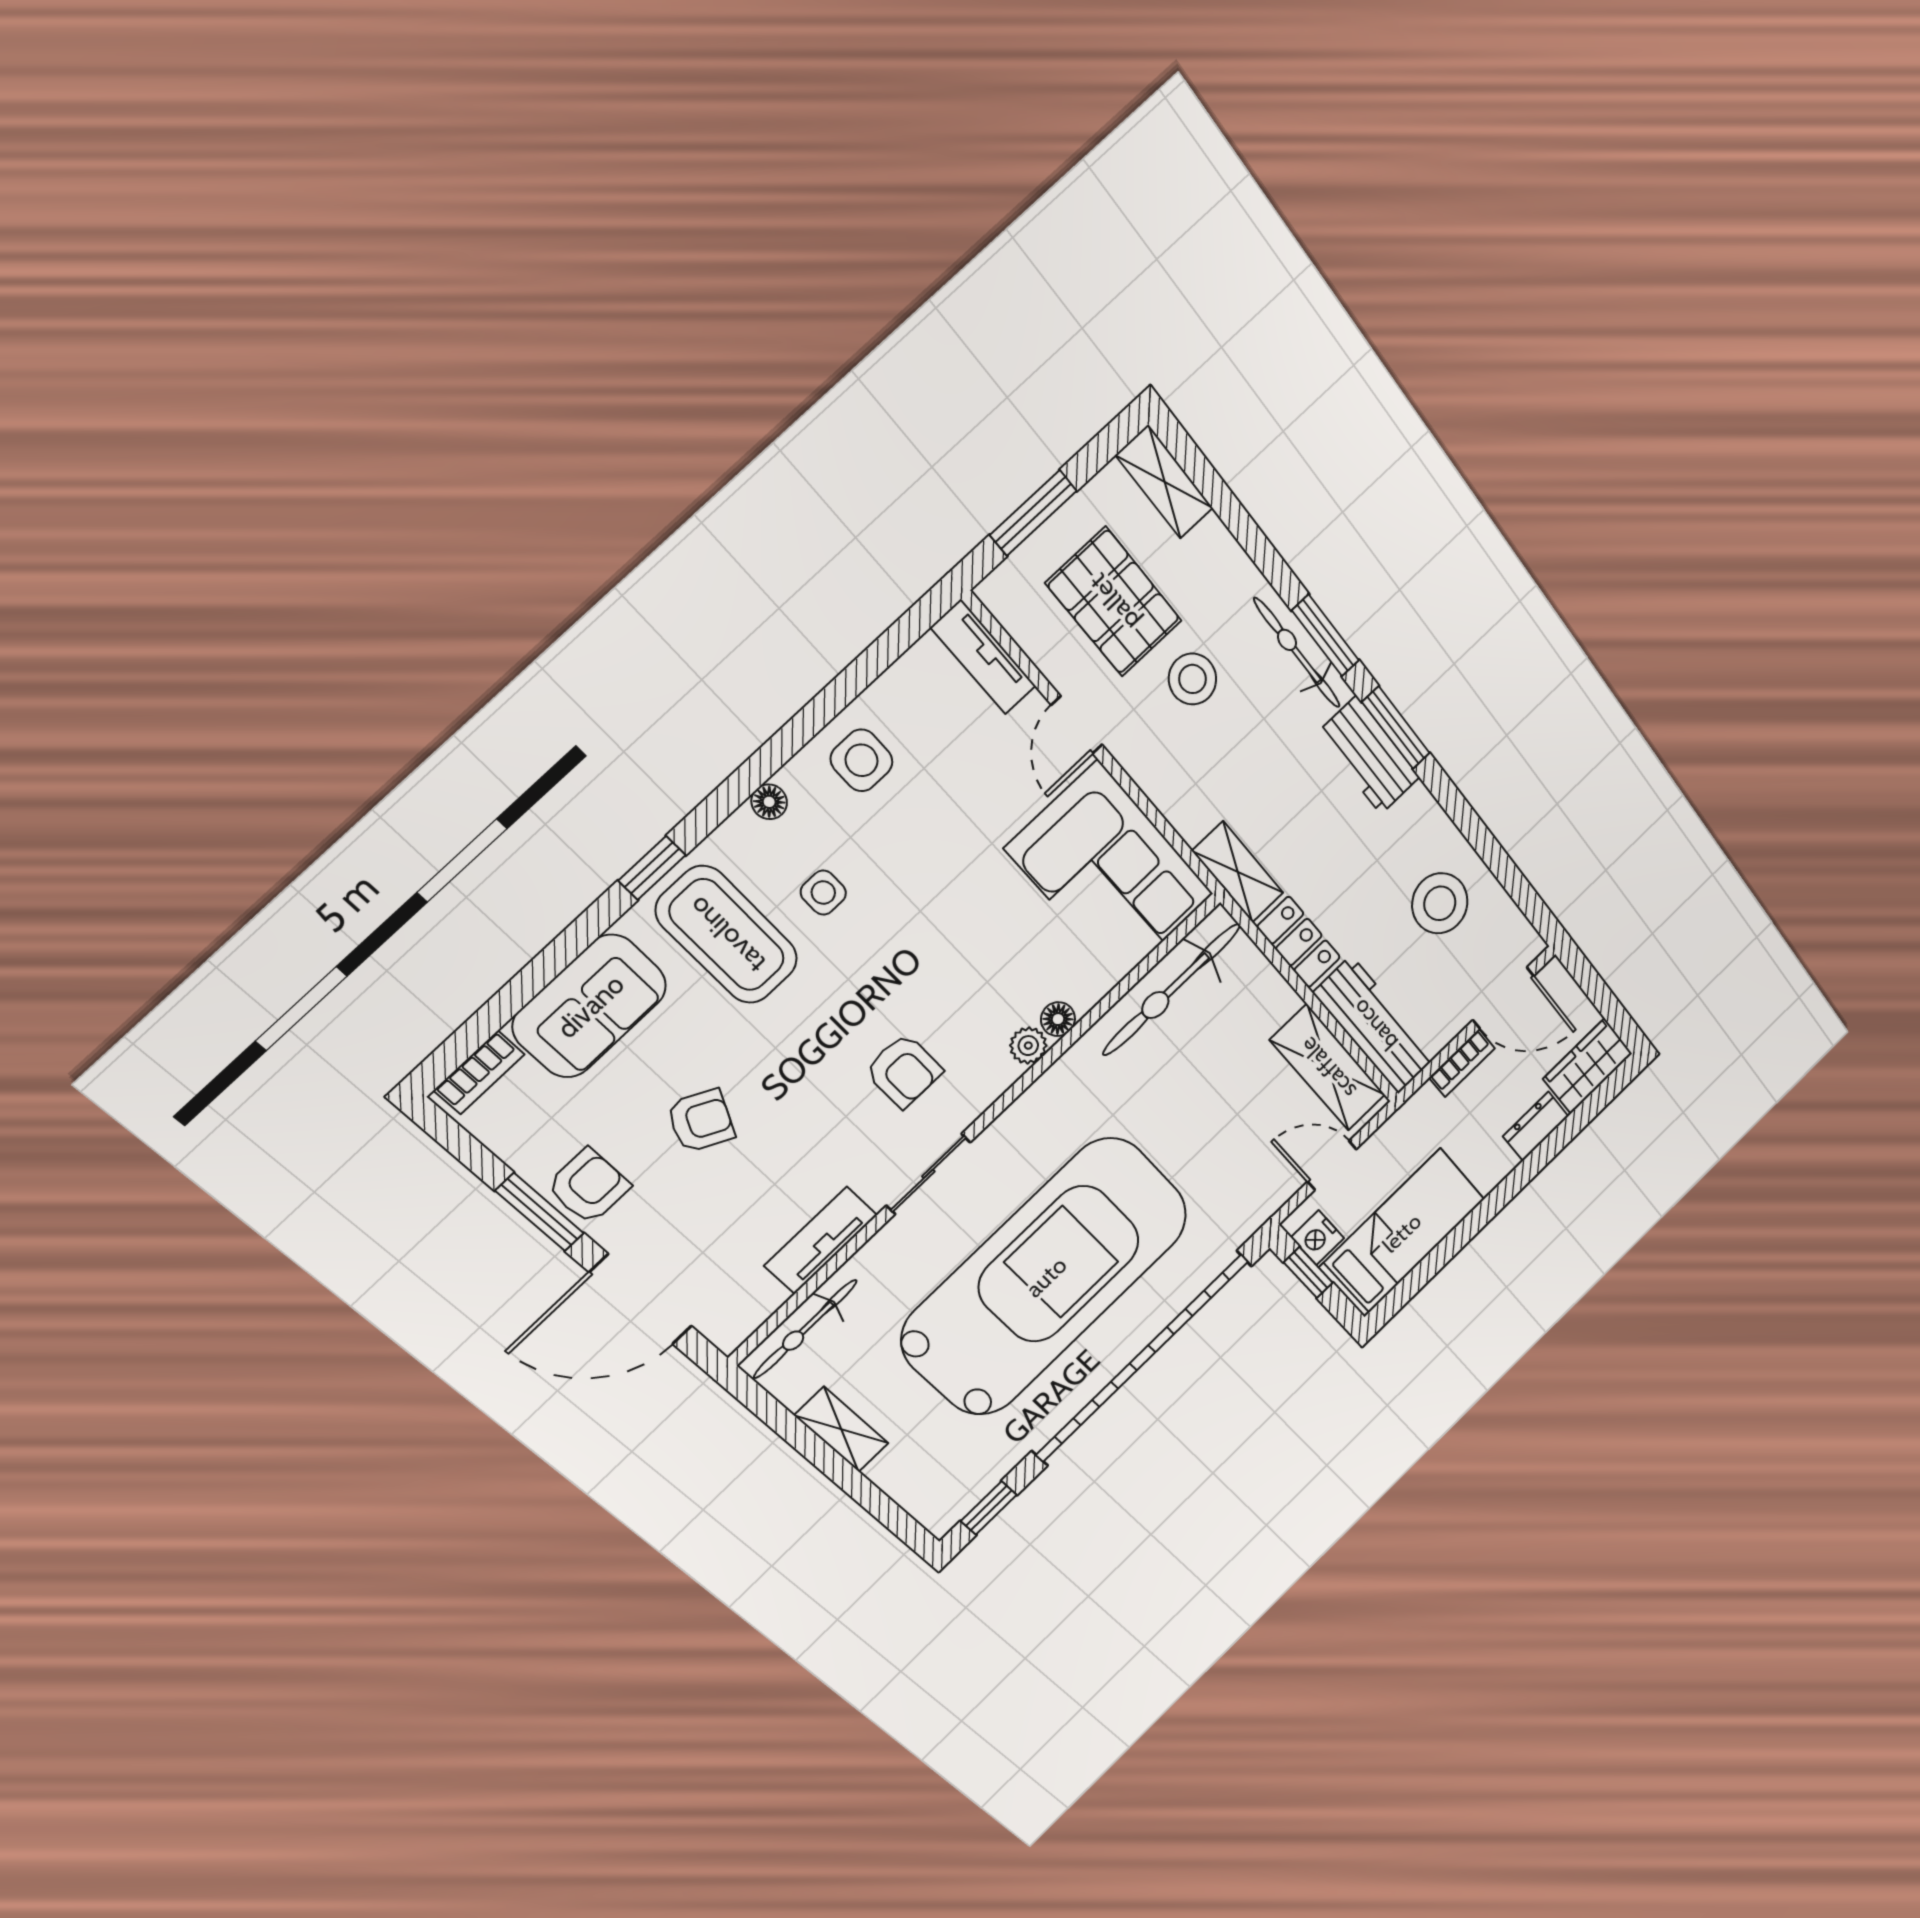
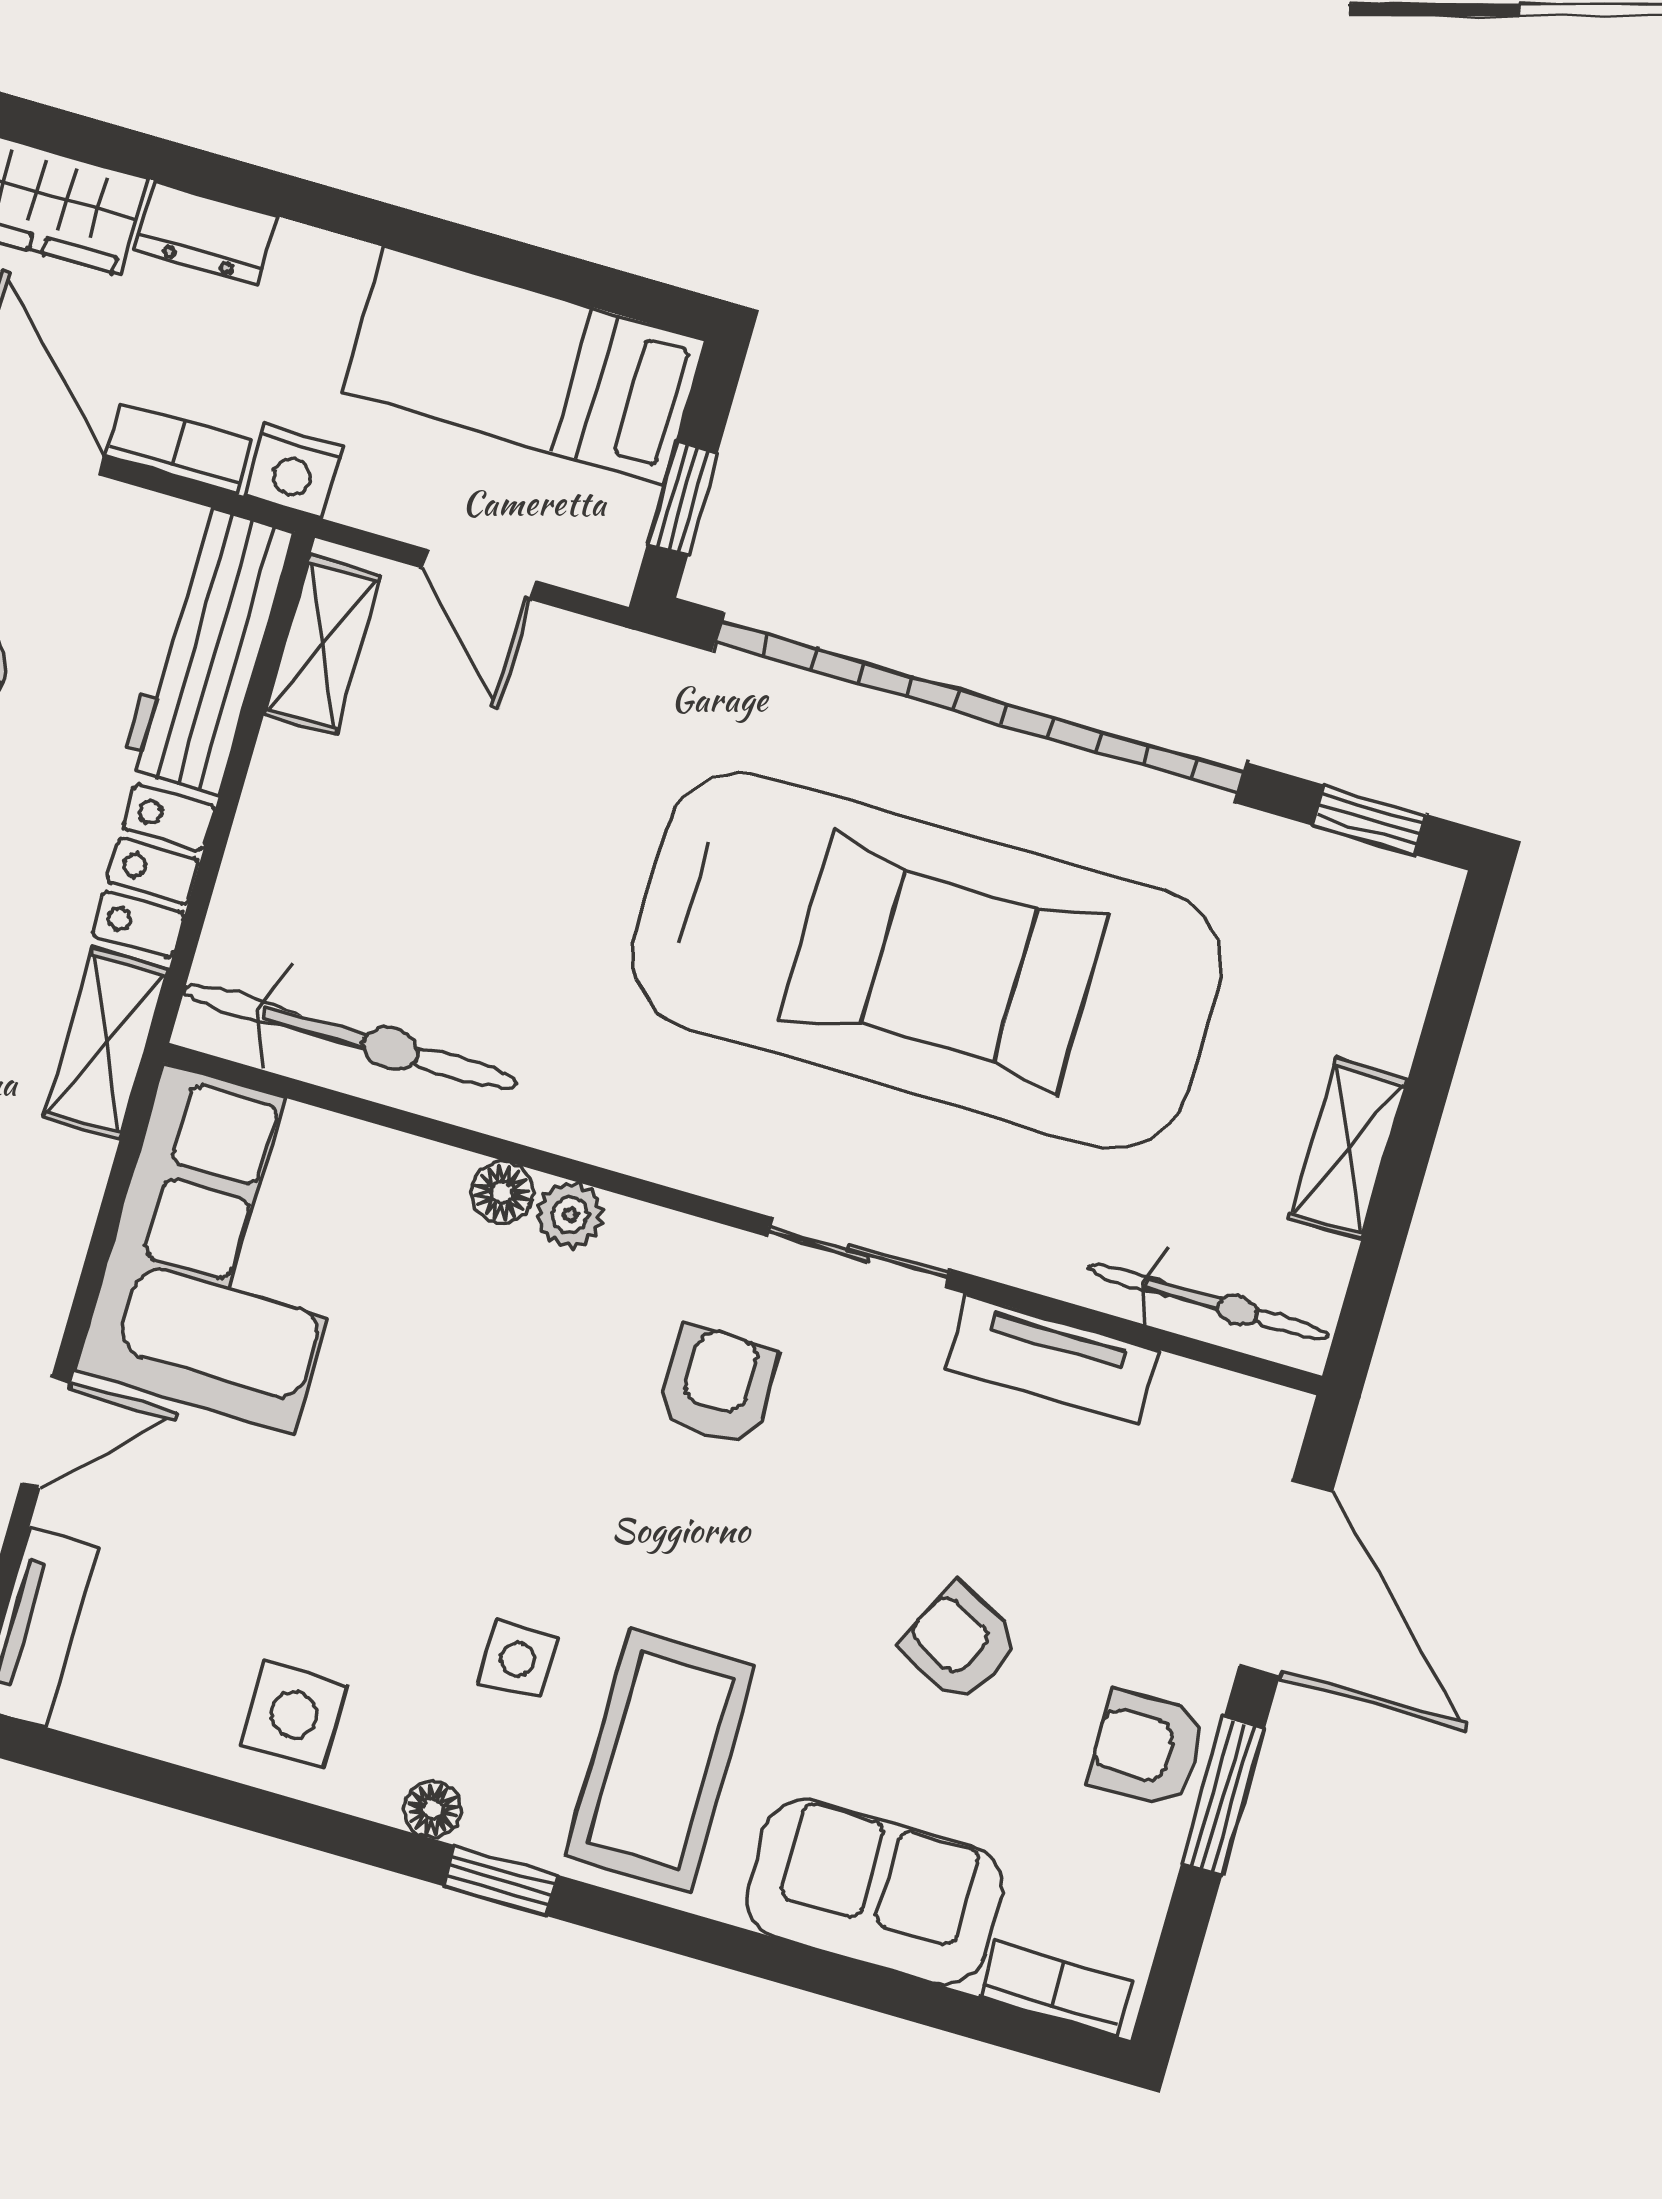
window: (652, 868) -> (500, 1880), moved
shelving: (1328, 1068) -> (322, 645), width x0.67, depth x0.75
nightstand: (1317, 1238) -> (294, 471), moved, turned 90
car: (1046, 1277) -> (927, 960), turned 180

